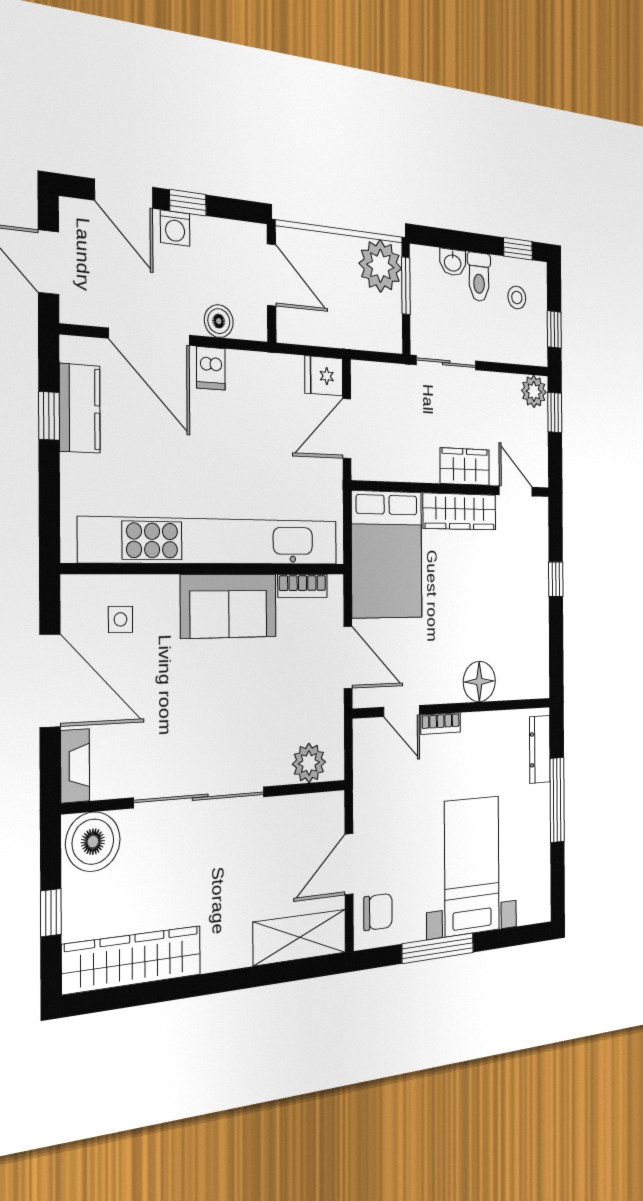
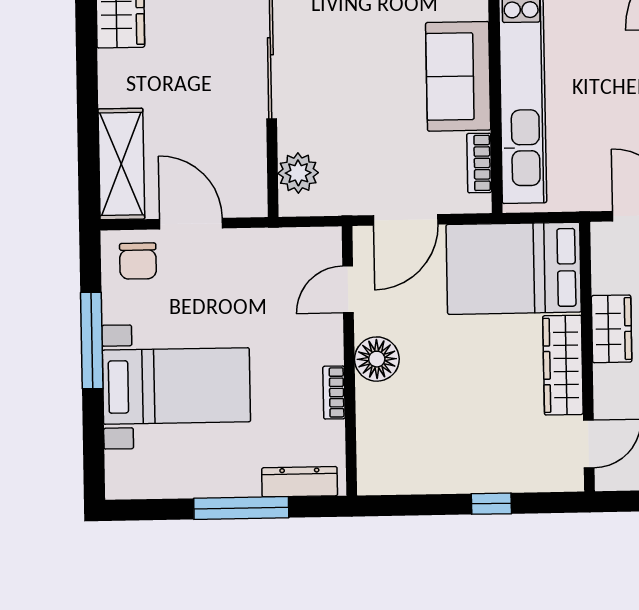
wardrobe: (465, 467) -> (612, 329), moved
floor lamp: (479, 682) -> (377, 359), moved
bookcase: (441, 723) -> (334, 392), moved

